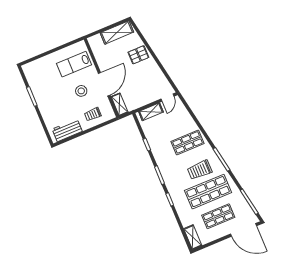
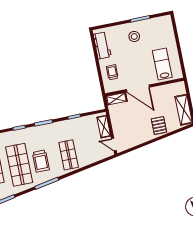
stool: (81, 91) -> (134, 37), moved
trolley: (200, 170) -> (41, 161), turned 180

